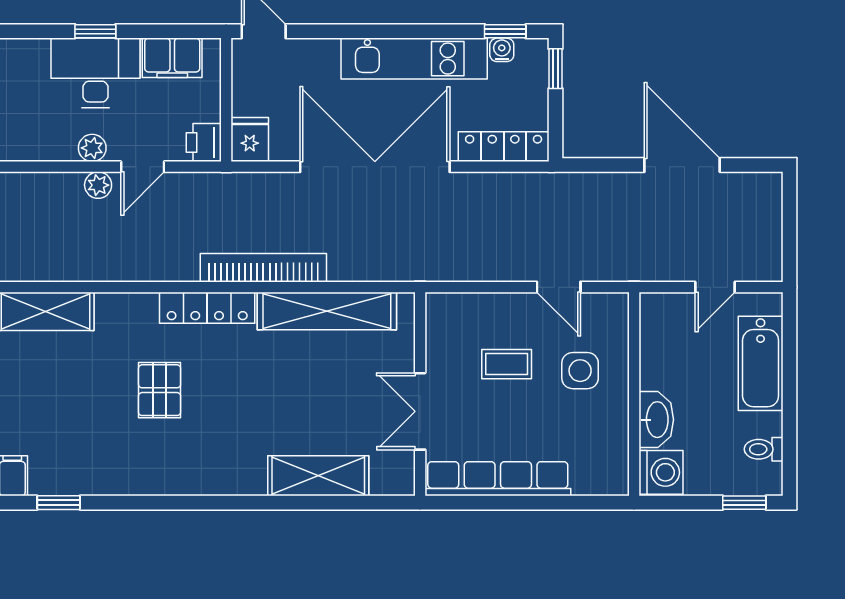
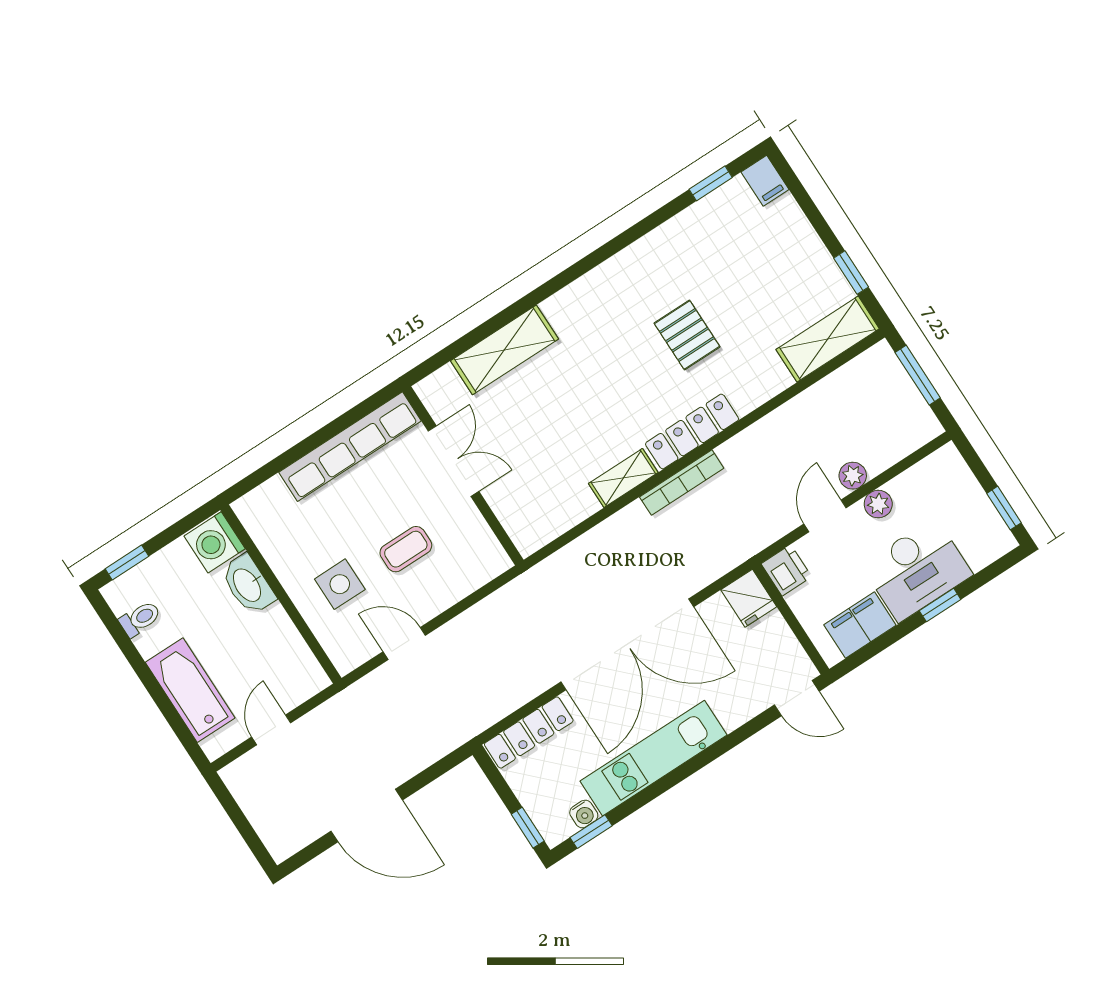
bookcase: (263, 268) -> (682, 483), width x0.68, depth x0.76
shelving: (327, 311) -> (623, 478), width x0.45, depth x0.75

